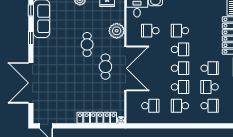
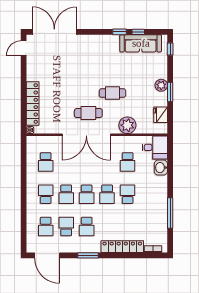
window: (31, 10) -> (138, 32), moved
school desk: (150, 31) -> (128, 162), turned 180
double door: (31, 83) -> (54, 32), moved

